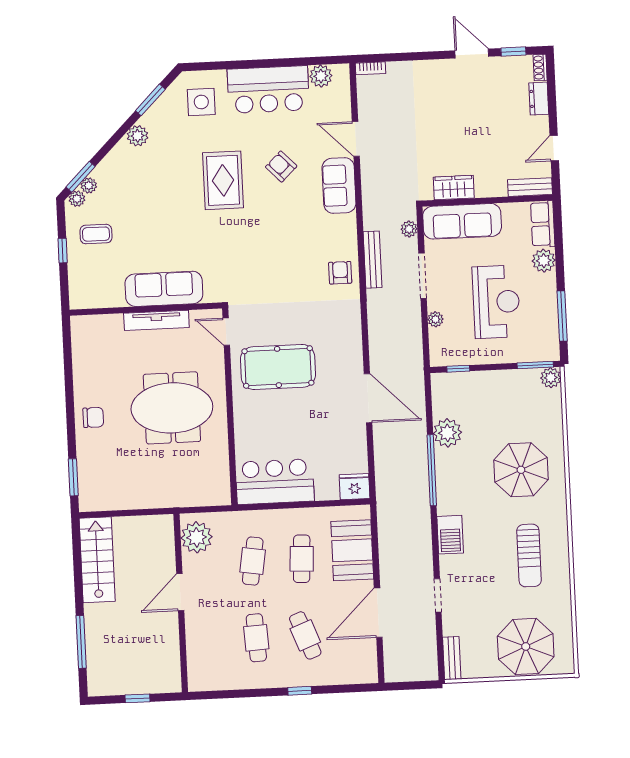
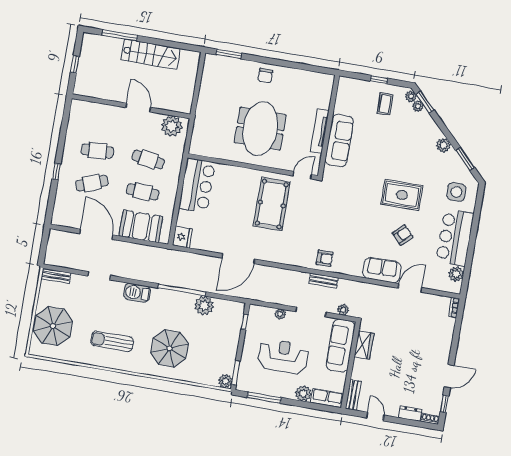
bench: (372, 260) -> (323, 281), width x0.73
reception desk: (496, 302) -> (283, 356), turned 180
stairs: (97, 560) -> (150, 54), moved

